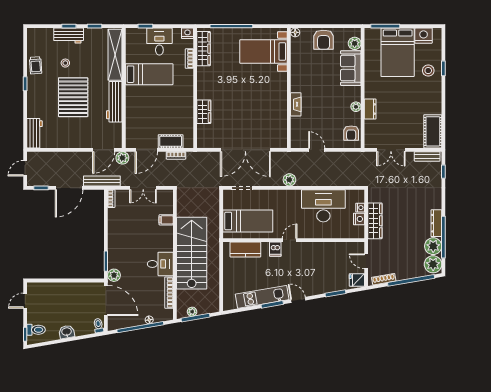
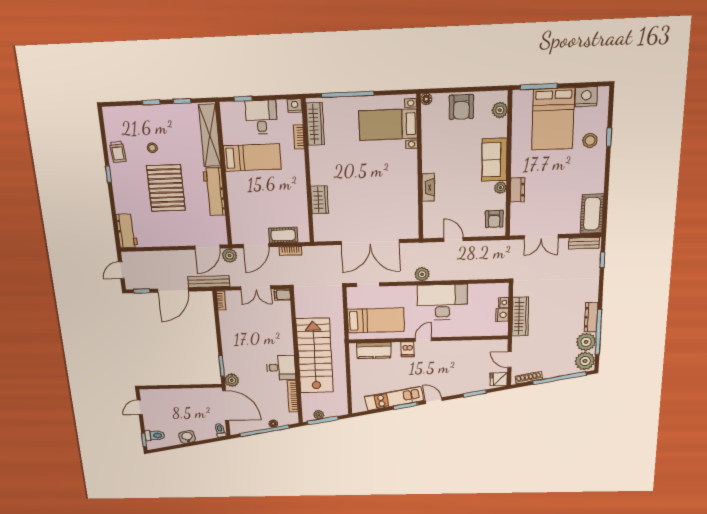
workbench: (69, 36) -> (152, 114), removed
sofa: (351, 68) -> (494, 160), moved
desk: (323, 206) -> (442, 302), moved
filing cabinet: (166, 220) -> (282, 295), moved

